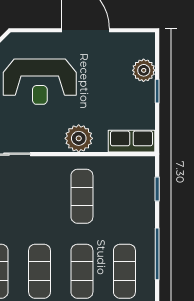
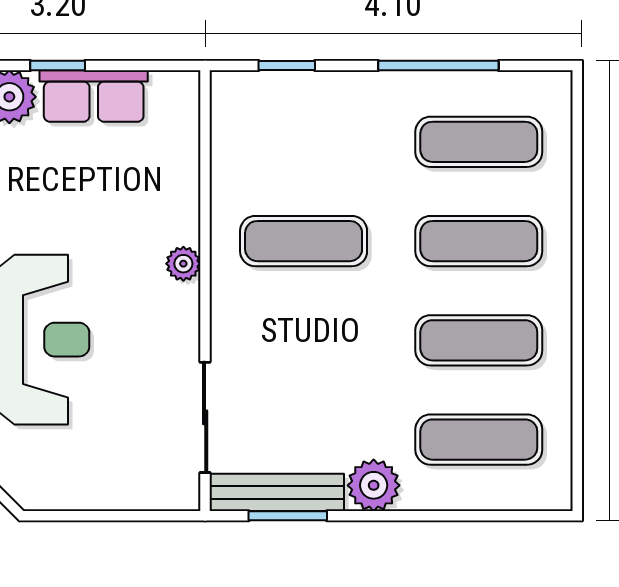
plant: (79, 138) -> (183, 264), width x0.53, depth x0.53
row of seats: (131, 141) -> (94, 96), moved, turned -90

